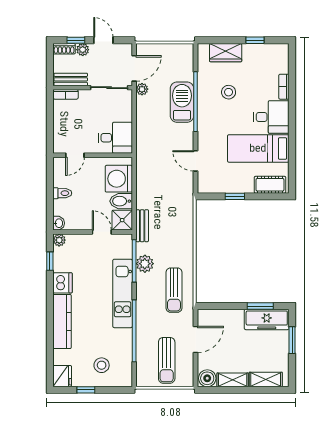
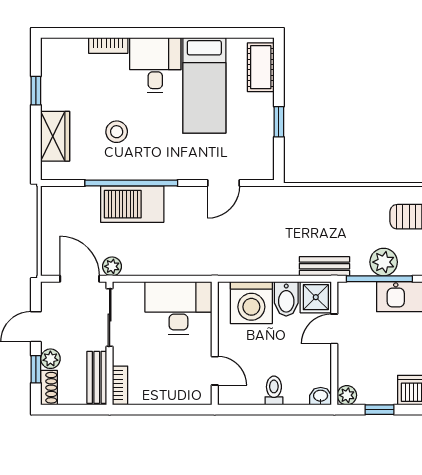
desk: (115, 138) -> (178, 308), width x1.37

